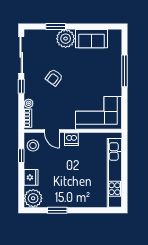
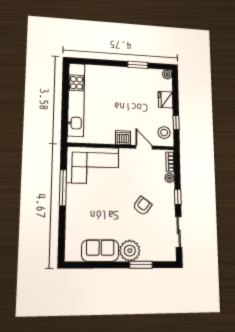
sliding door: (21, 55) -> (179, 232), width x0.73
window: (124, 71) -> (63, 188), moved
plant: (33, 198) -> (167, 74), width x0.53, depth x0.53

